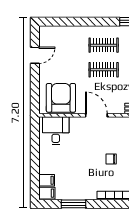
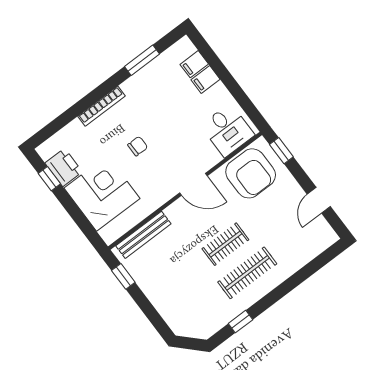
clothes rail: (104, 45) -> (247, 273), width x1.36
window: (35, 98) -> (281, 151), added
filing cabinet: (47, 193) -> (205, 79), moved

